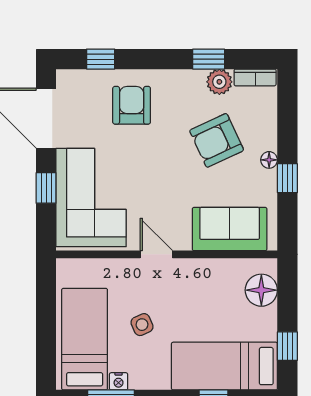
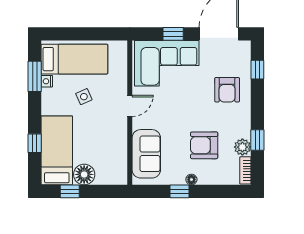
armchair: (132, 105) -> (227, 90), turned 90
armchair: (217, 140) -> (204, 145), turned -65
floor lamp: (261, 290) -> (84, 174), moved

